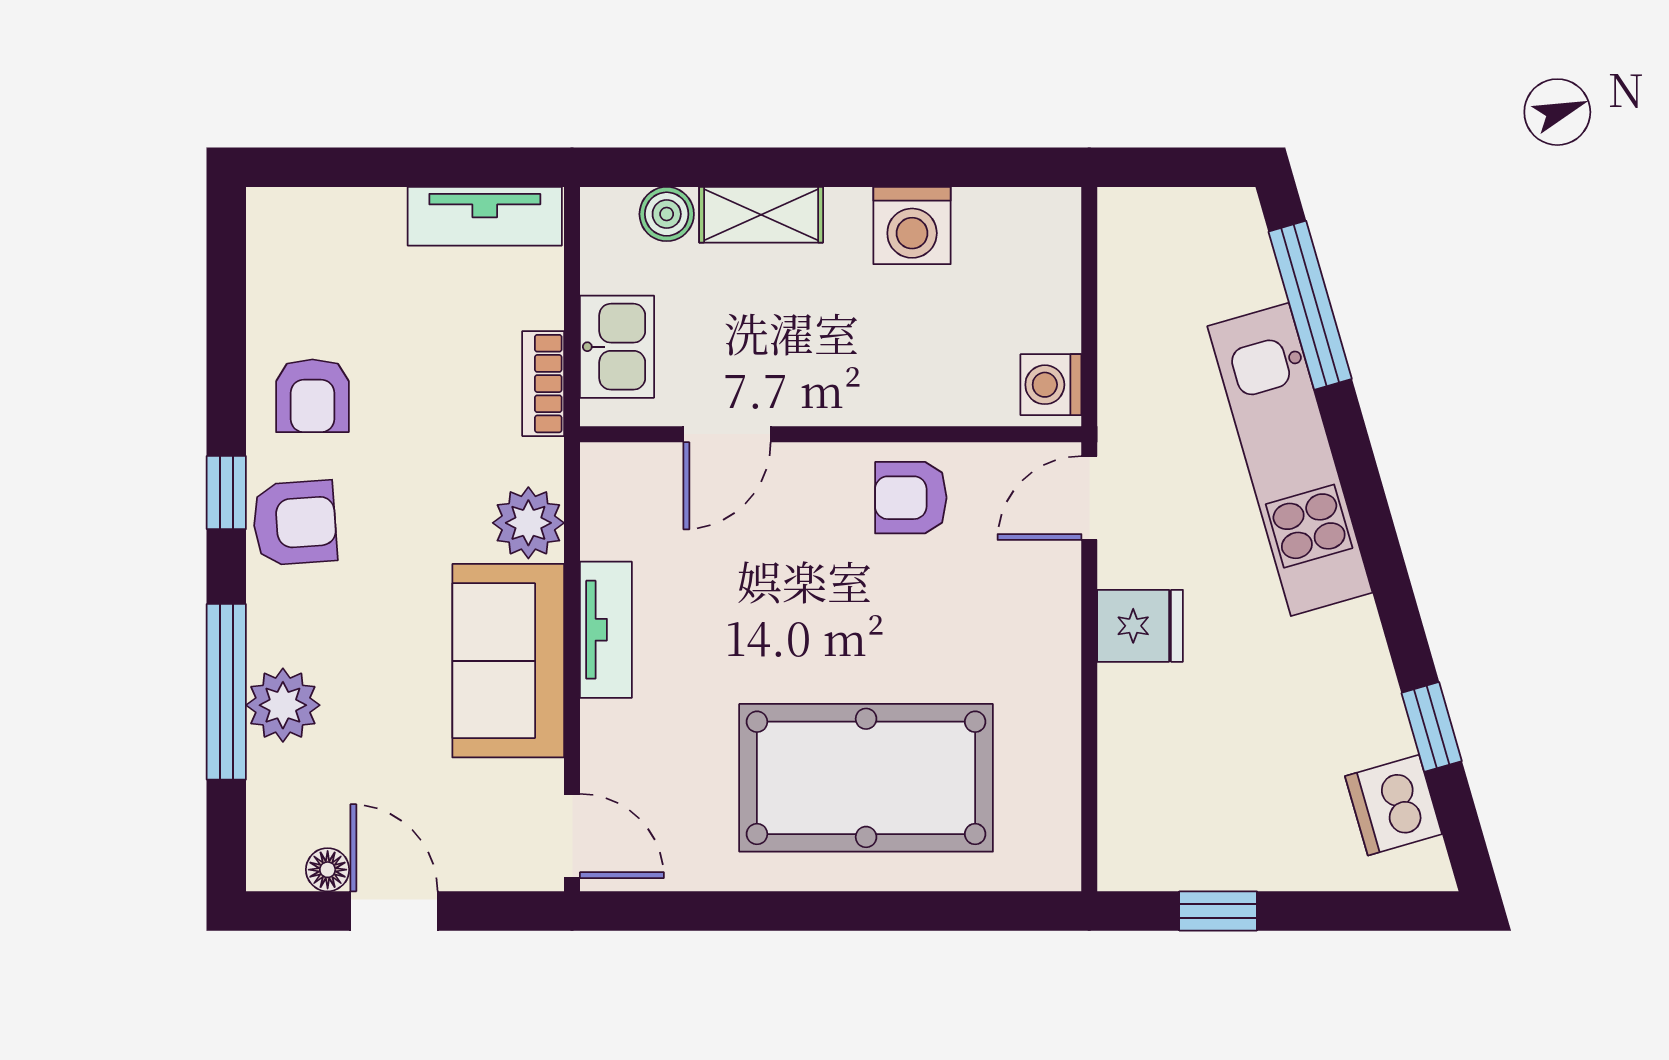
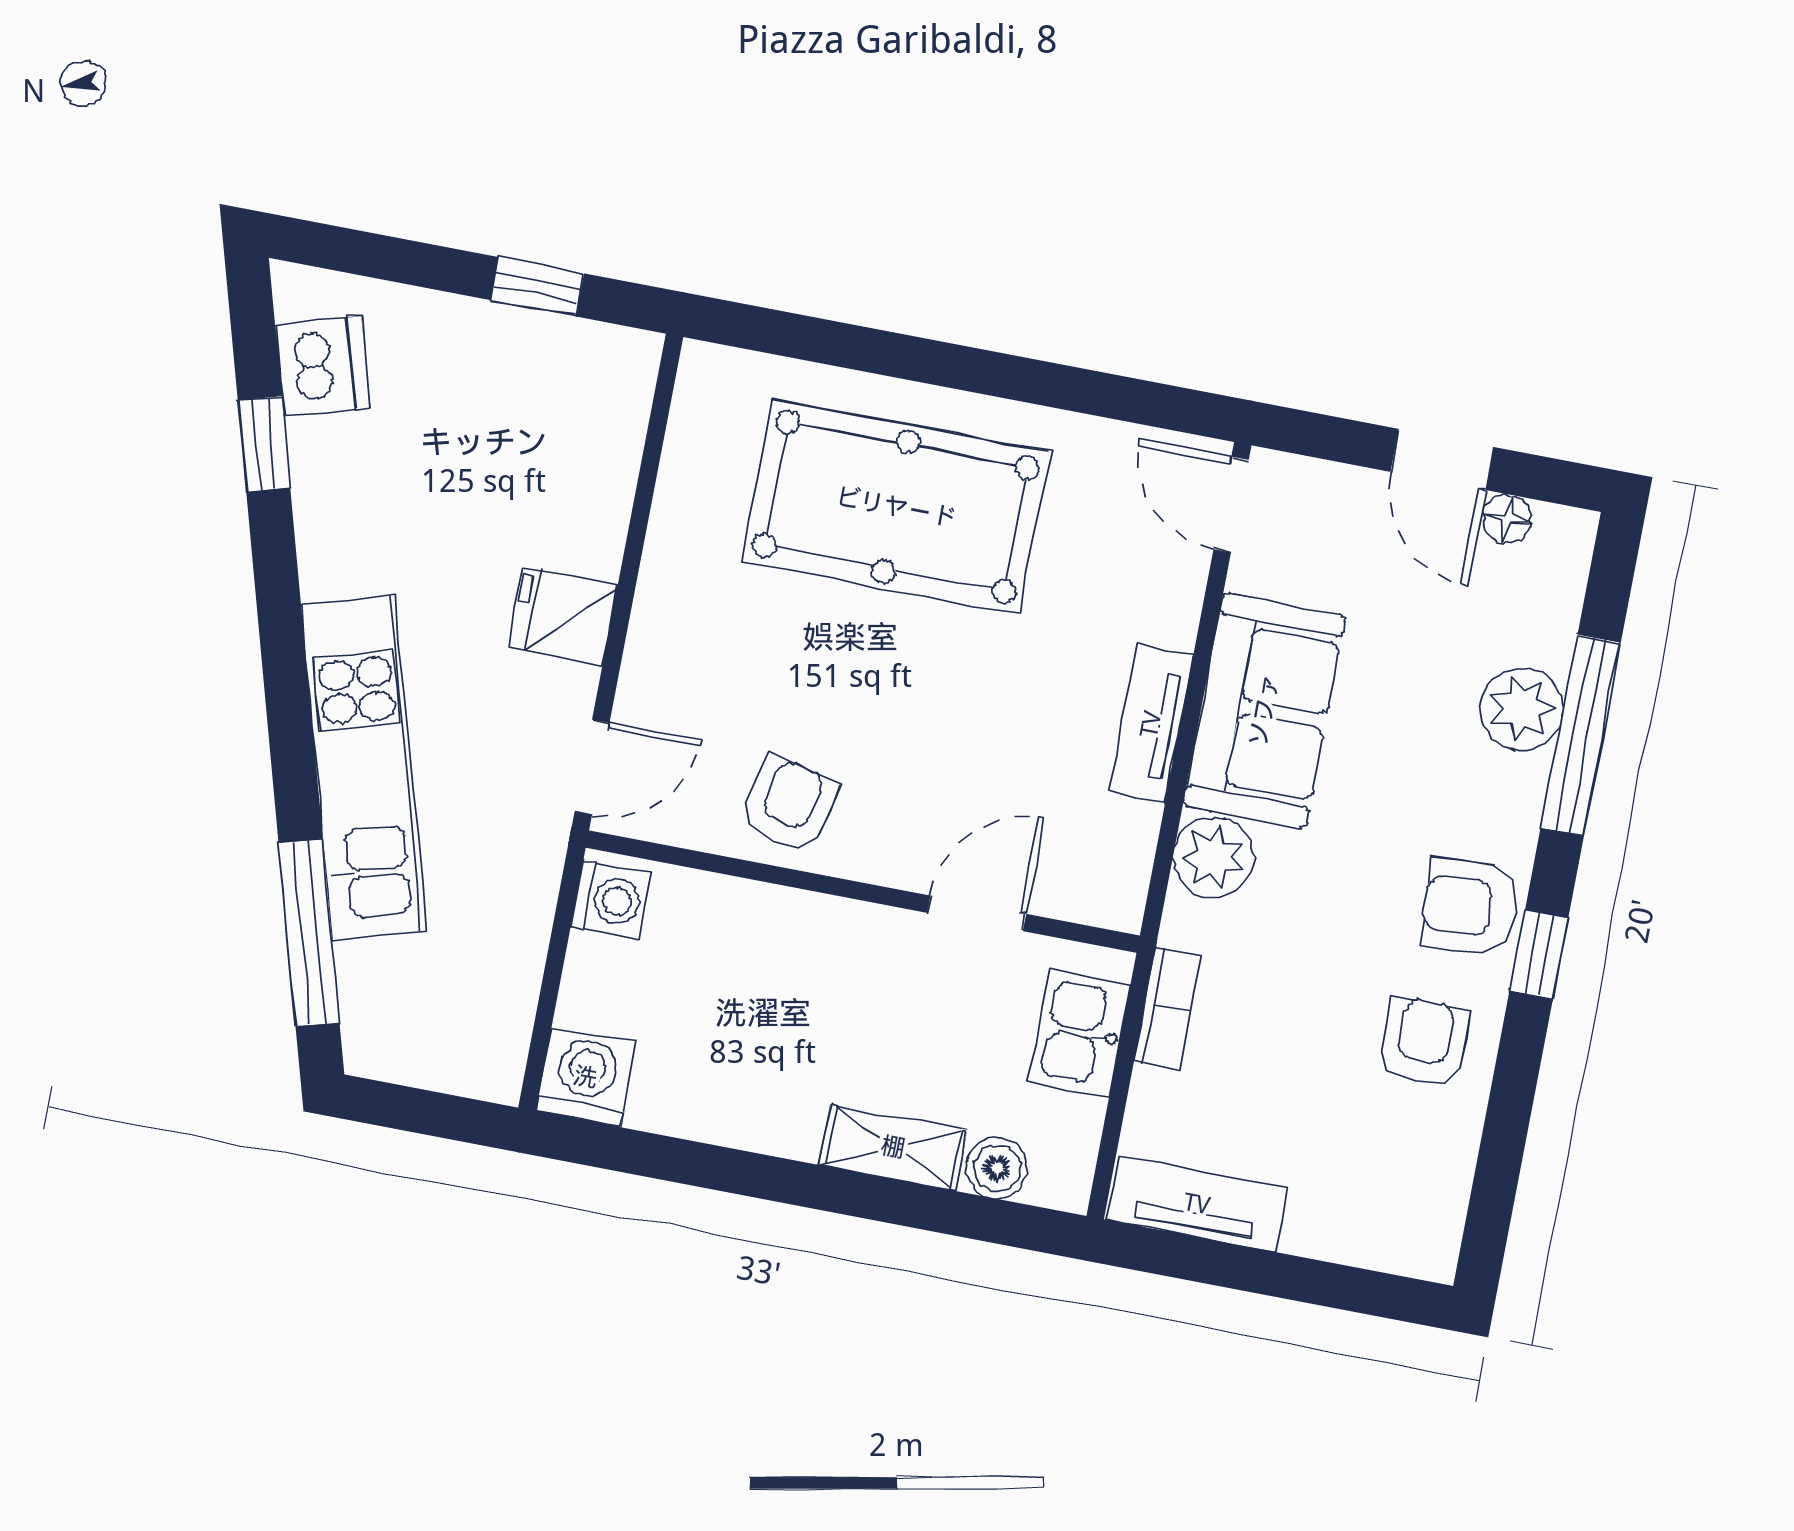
washing machine: (912, 225) -> (586, 1077), moved
armchair: (911, 498) -> (788, 805), turned -77

